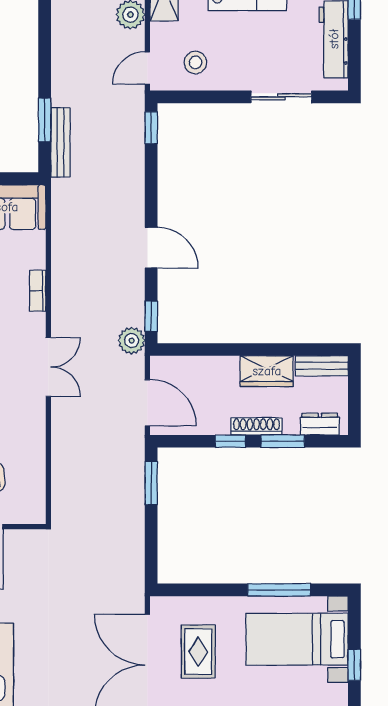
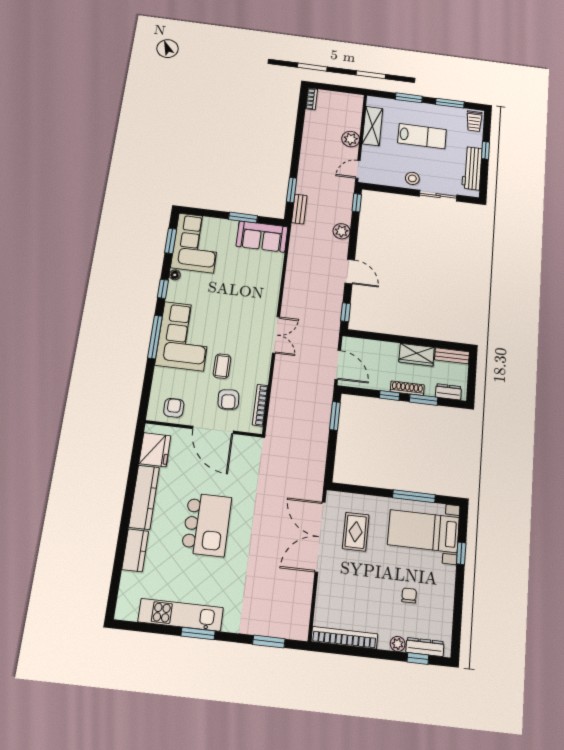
stool: (196, 63) -> (412, 178), moved
bench: (61, 142) -> (299, 209), width x0.73
bookcase: (38, 291) -> (260, 405), moved, width x1.56
plant: (132, 341) -> (342, 231), moved

